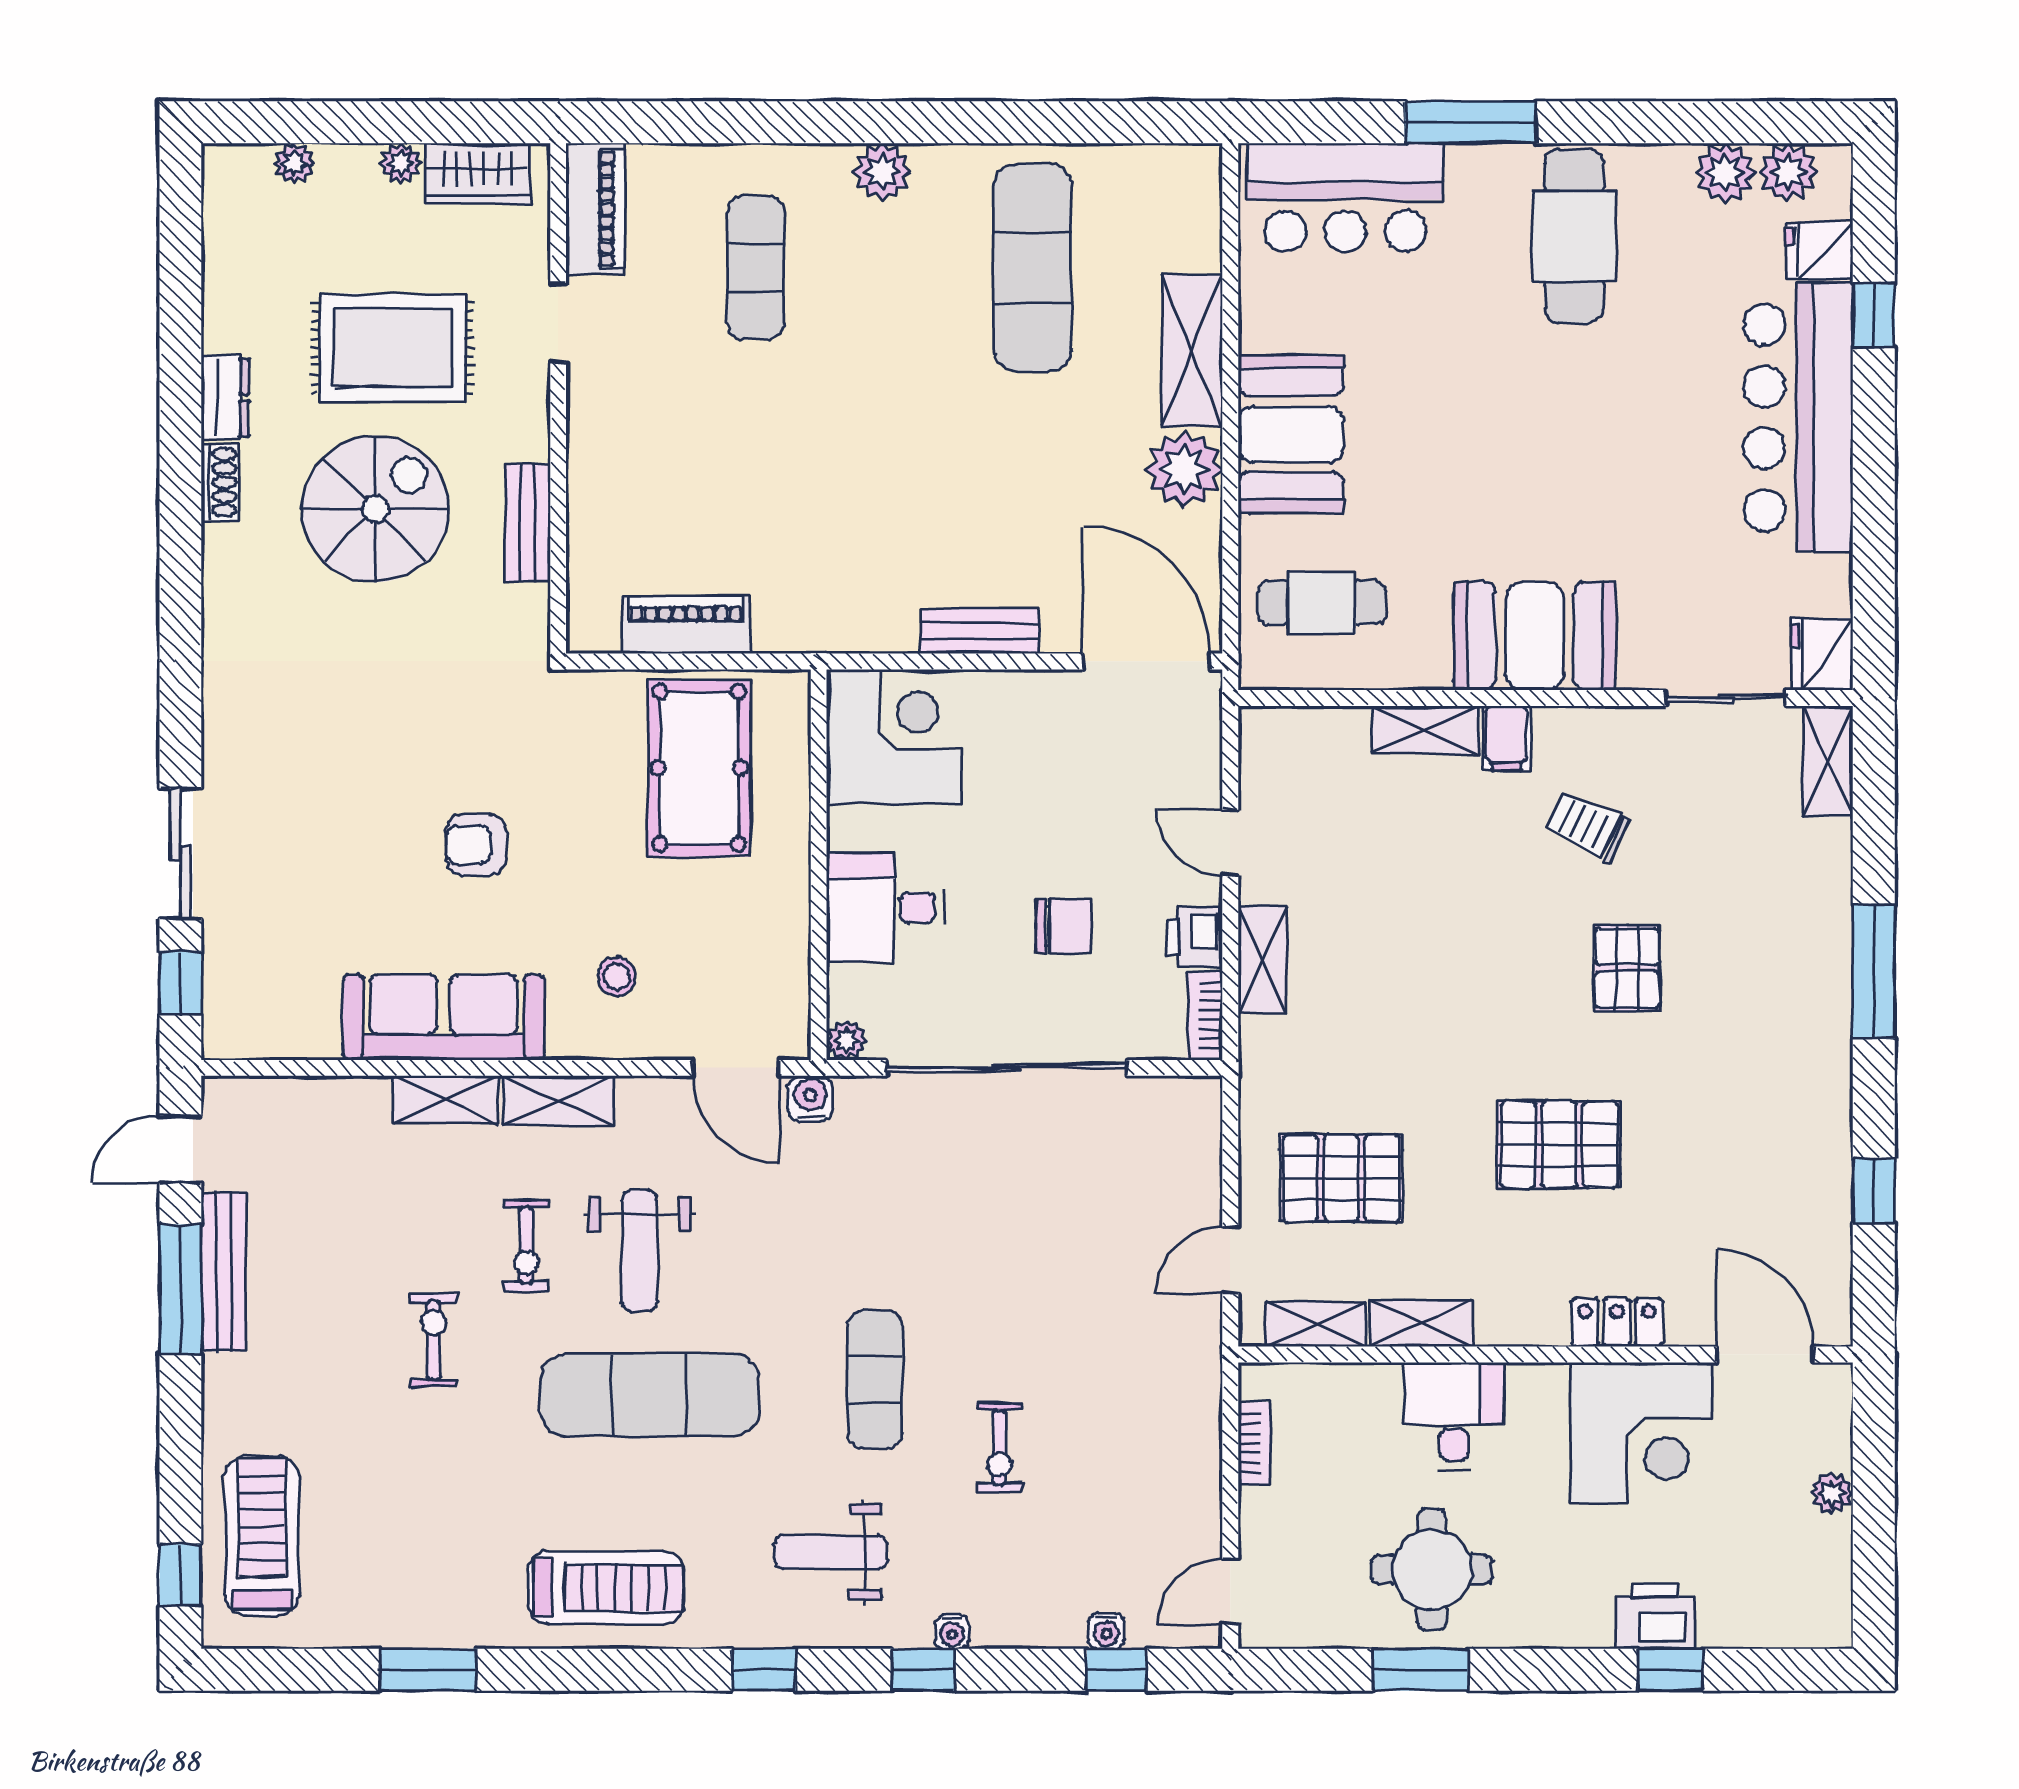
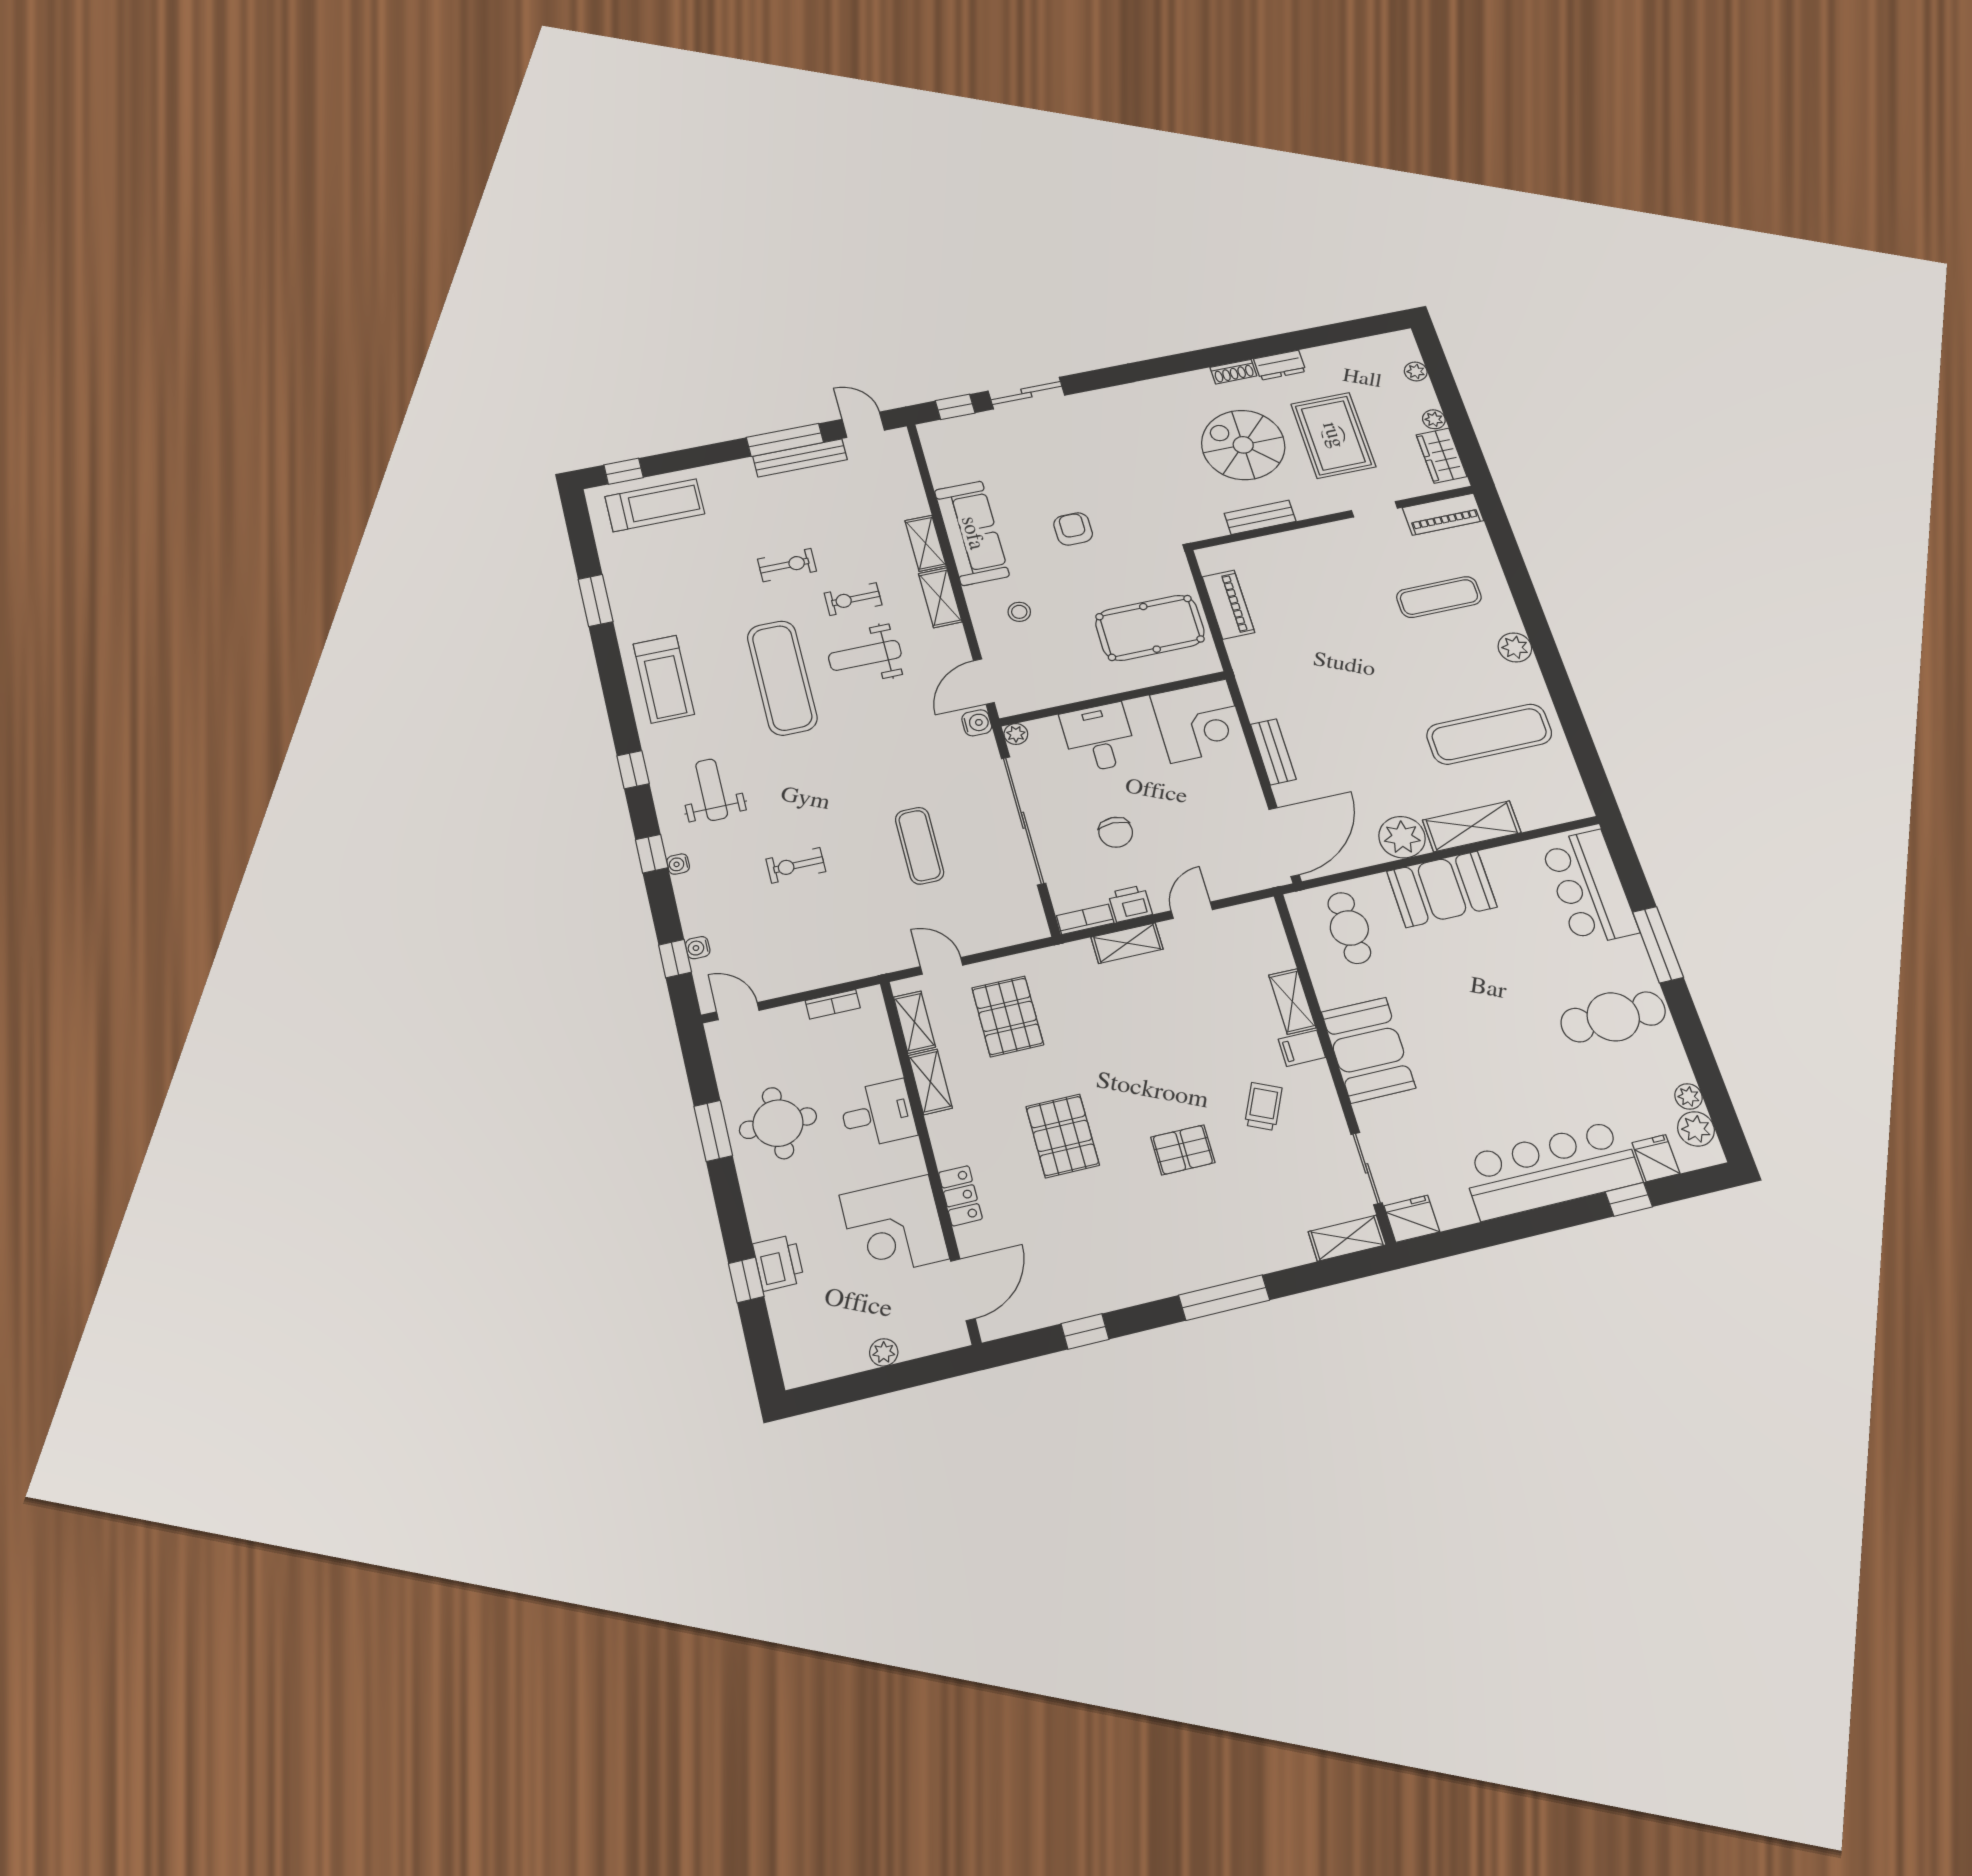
plant: (1725, 173) -> (1688, 1096), width x0.73, depth x0.73
spiral stairs: (375, 509) -> (1243, 445), turned 180
exercise mat: (875, 1379) -> (920, 846), moved, turned 90

